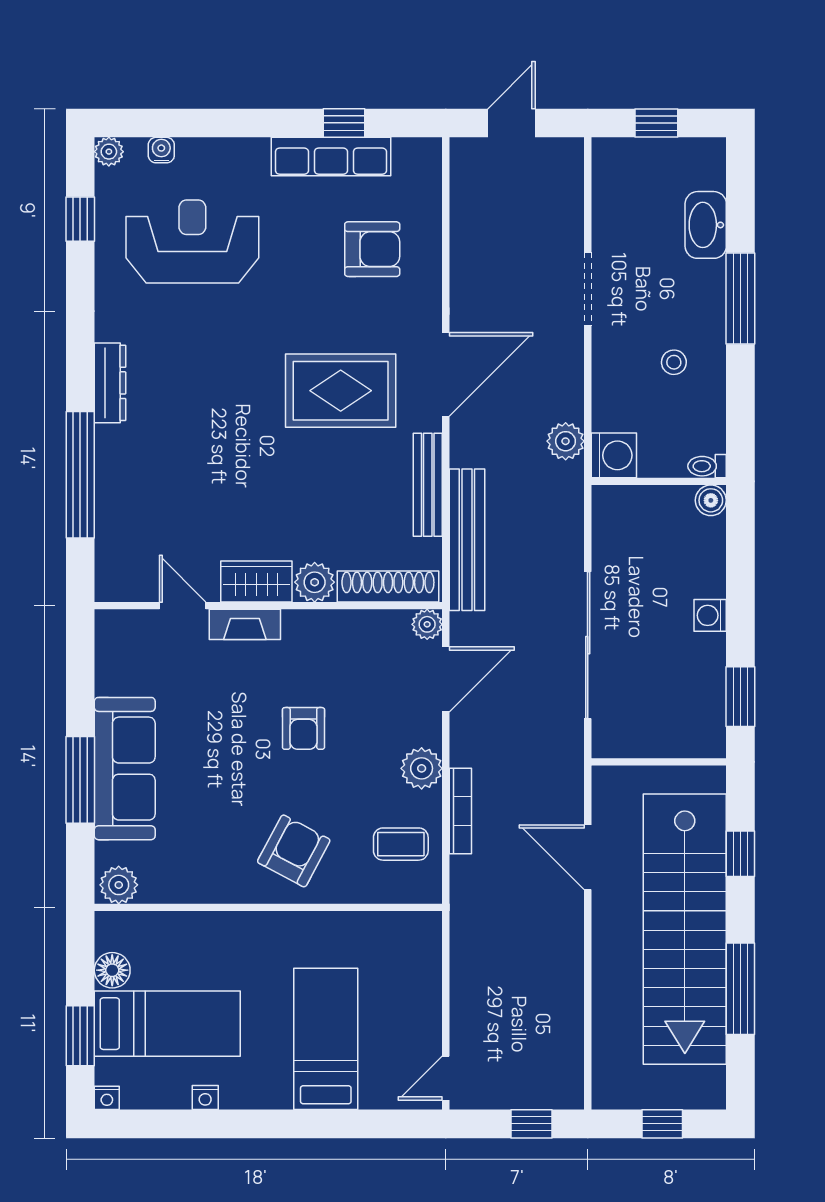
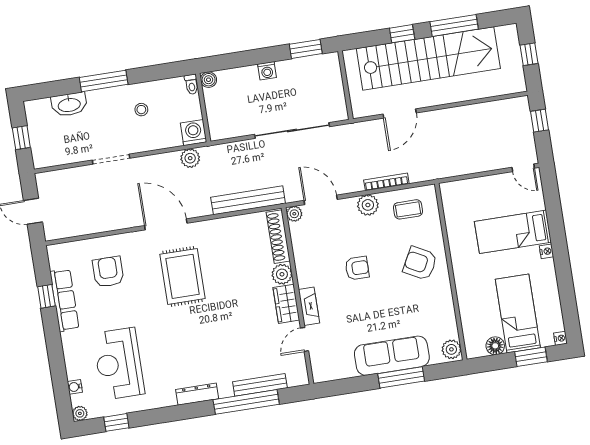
bench: (428, 485) -> (260, 385), moved
coffee table: (401, 844) -> (408, 209), turned 90
window: (740, 854) -> (402, 34), moved
nightstand: (205, 1097) -> (546, 251), moved

